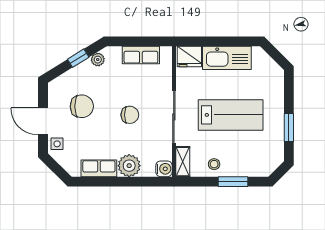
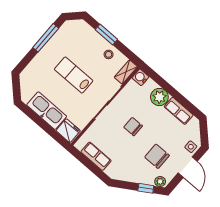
window: (78, 58) -> (146, 188), moved
plant: (98, 60) -> (160, 182), moved
lab bench: (231, 115) -> (74, 75), width x0.73, depth x0.72
window: (289, 127) -> (46, 38), width x1.44

